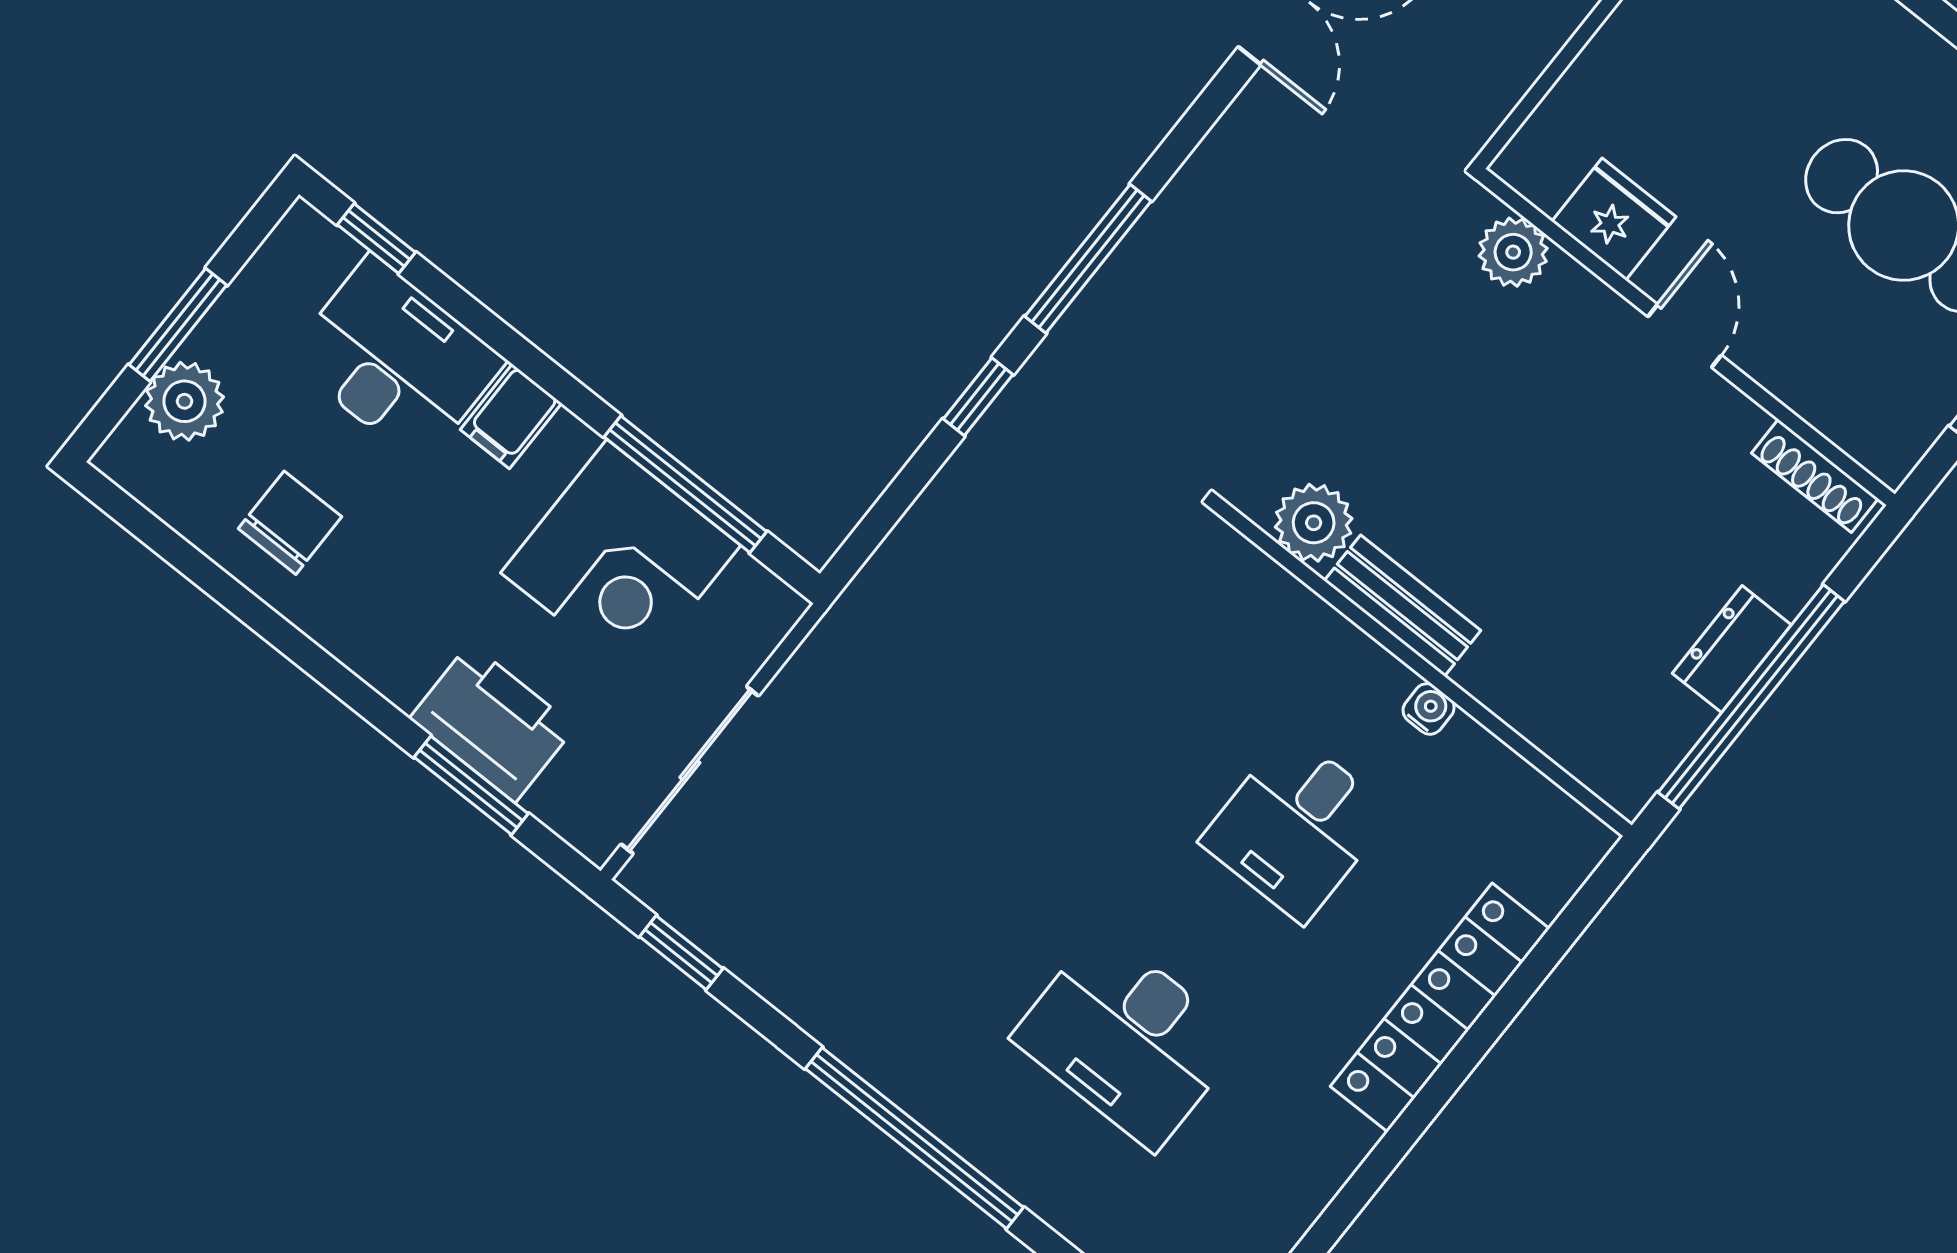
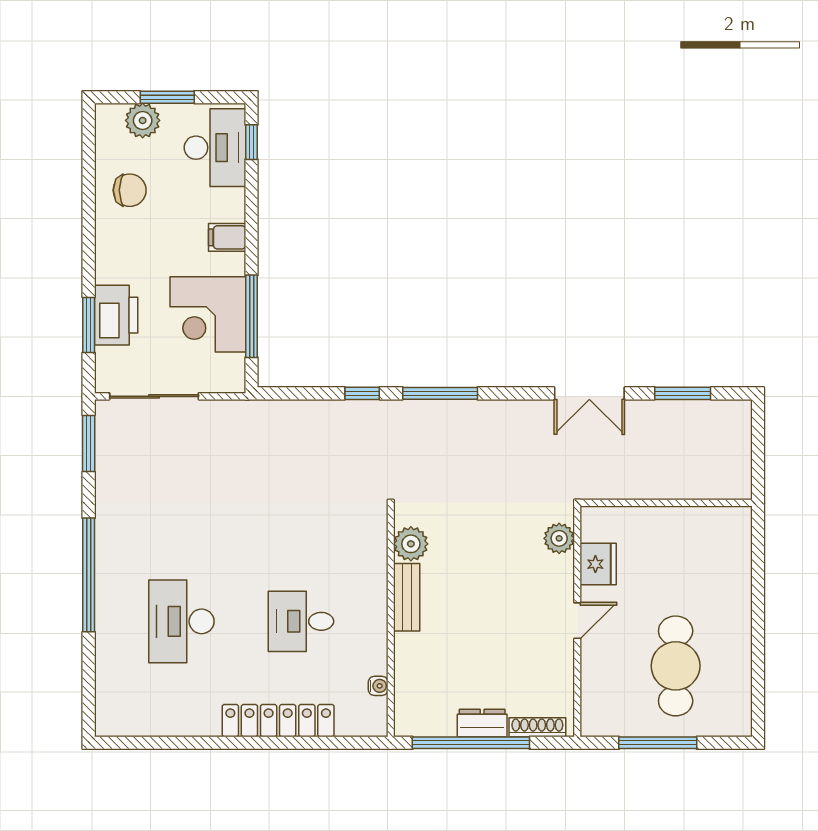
desk: (396, 360) -> (215, 148), moved
shoe rack: (1815, 476) -> (537, 727), moved, turned 90
water cooler: (1429, 709) -> (378, 686), moved
window: (681, 953) -> (89, 443), width x1.50

